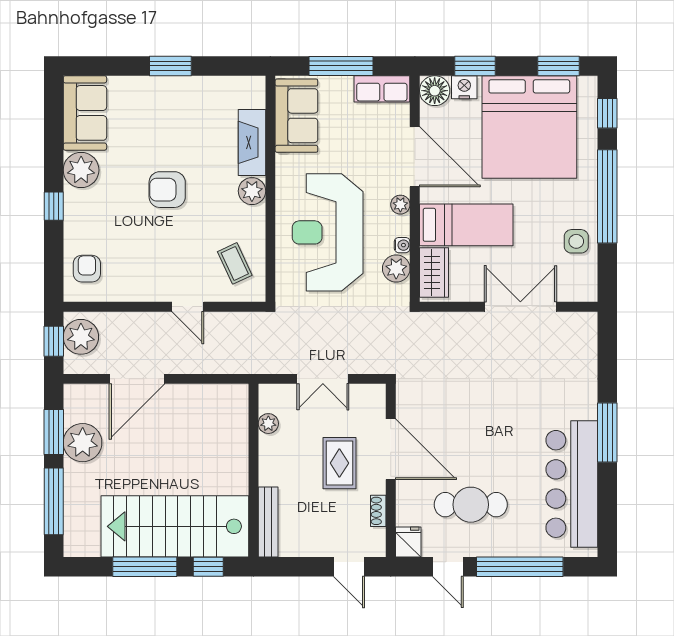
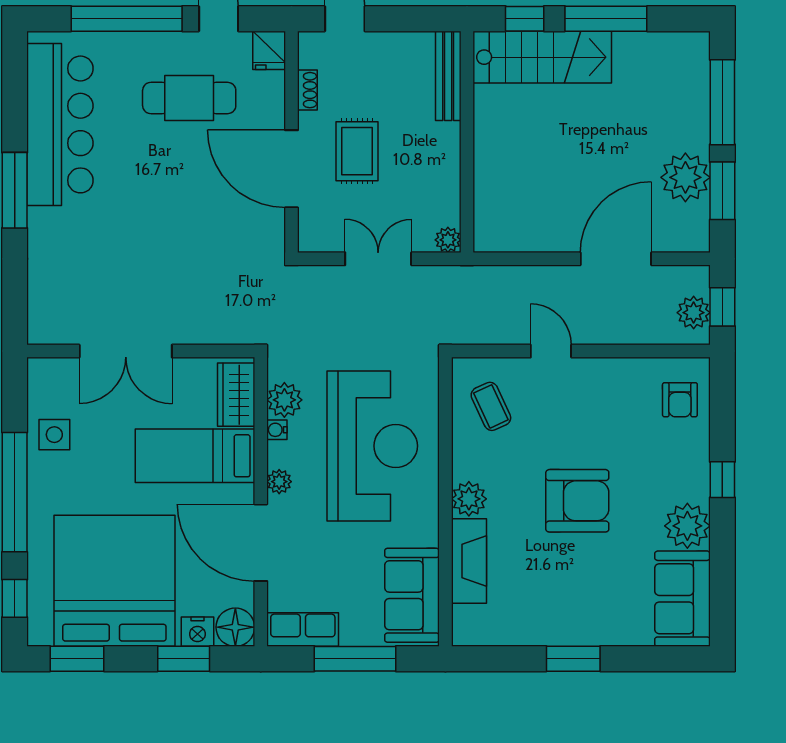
armchair: (167, 190) -> (577, 501), width x1.36, depth x1.36
plant: (81, 337) -> (694, 313), width x0.73, depth x0.73
plant: (268, 424) -> (448, 240), moved
stairs: (175, 526) -> (542, 57), width x0.73, depth x0.66

